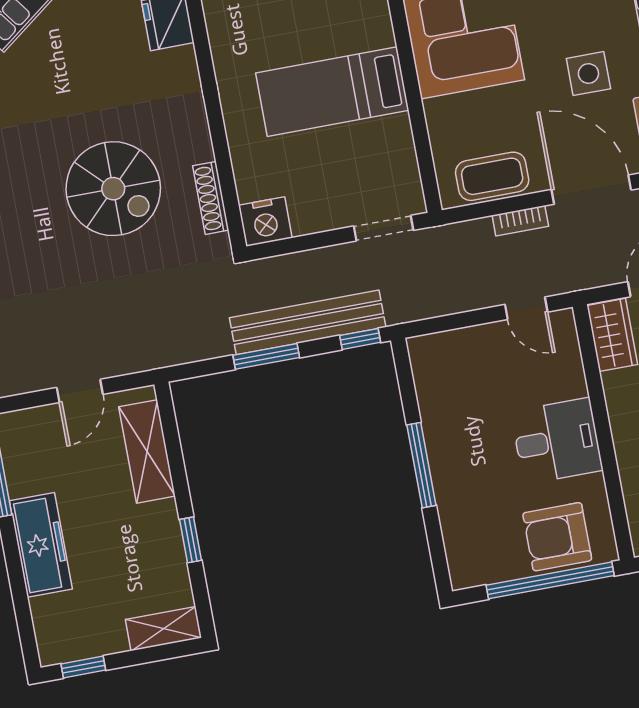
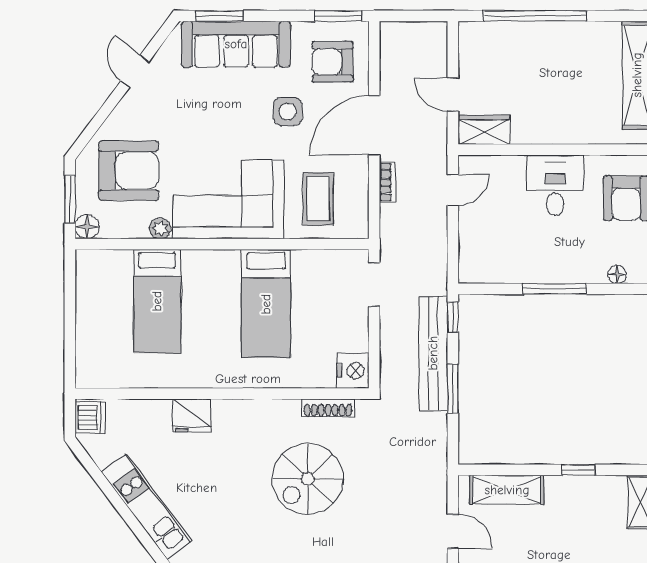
coffee table: (492, 176) -> (318, 199), moved
spiral stairs: (113, 189) -> (308, 479), turned 180
floor lamp: (455, 544) -> (617, 274), added

